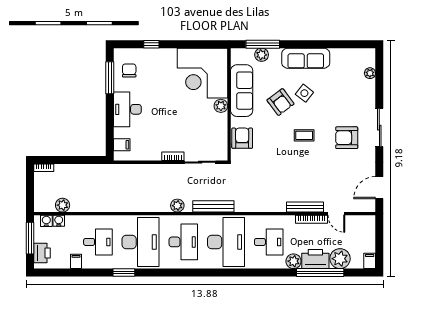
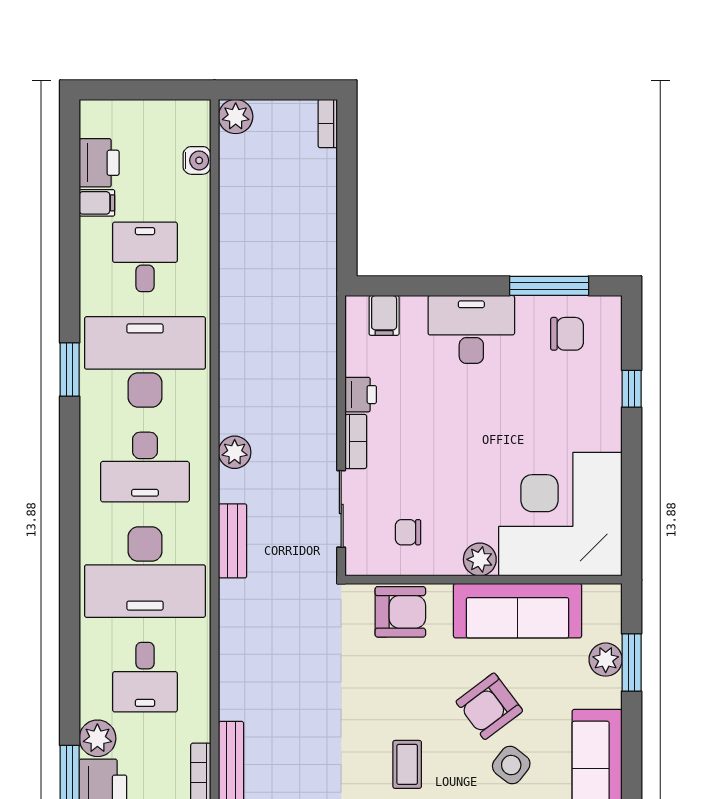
window: (263, 44) -> (632, 662), width x0.69
chair: (210, 135) -> (408, 532), added
printer: (154, 154) -> (361, 395), added
plant: (63, 205) -> (236, 116), moved
bench: (213, 206) -> (233, 541), width x0.73
water cooler: (46, 221) -> (197, 130), removed
window: (30, 238) -> (154, 90), removed
desk: (98, 242) -> (145, 257), turned 180
desk: (141, 242) -> (145, 362), turned 180
printer: (42, 253) -> (99, 163), moved, turned -90
window: (124, 273) -> (70, 370), moved

